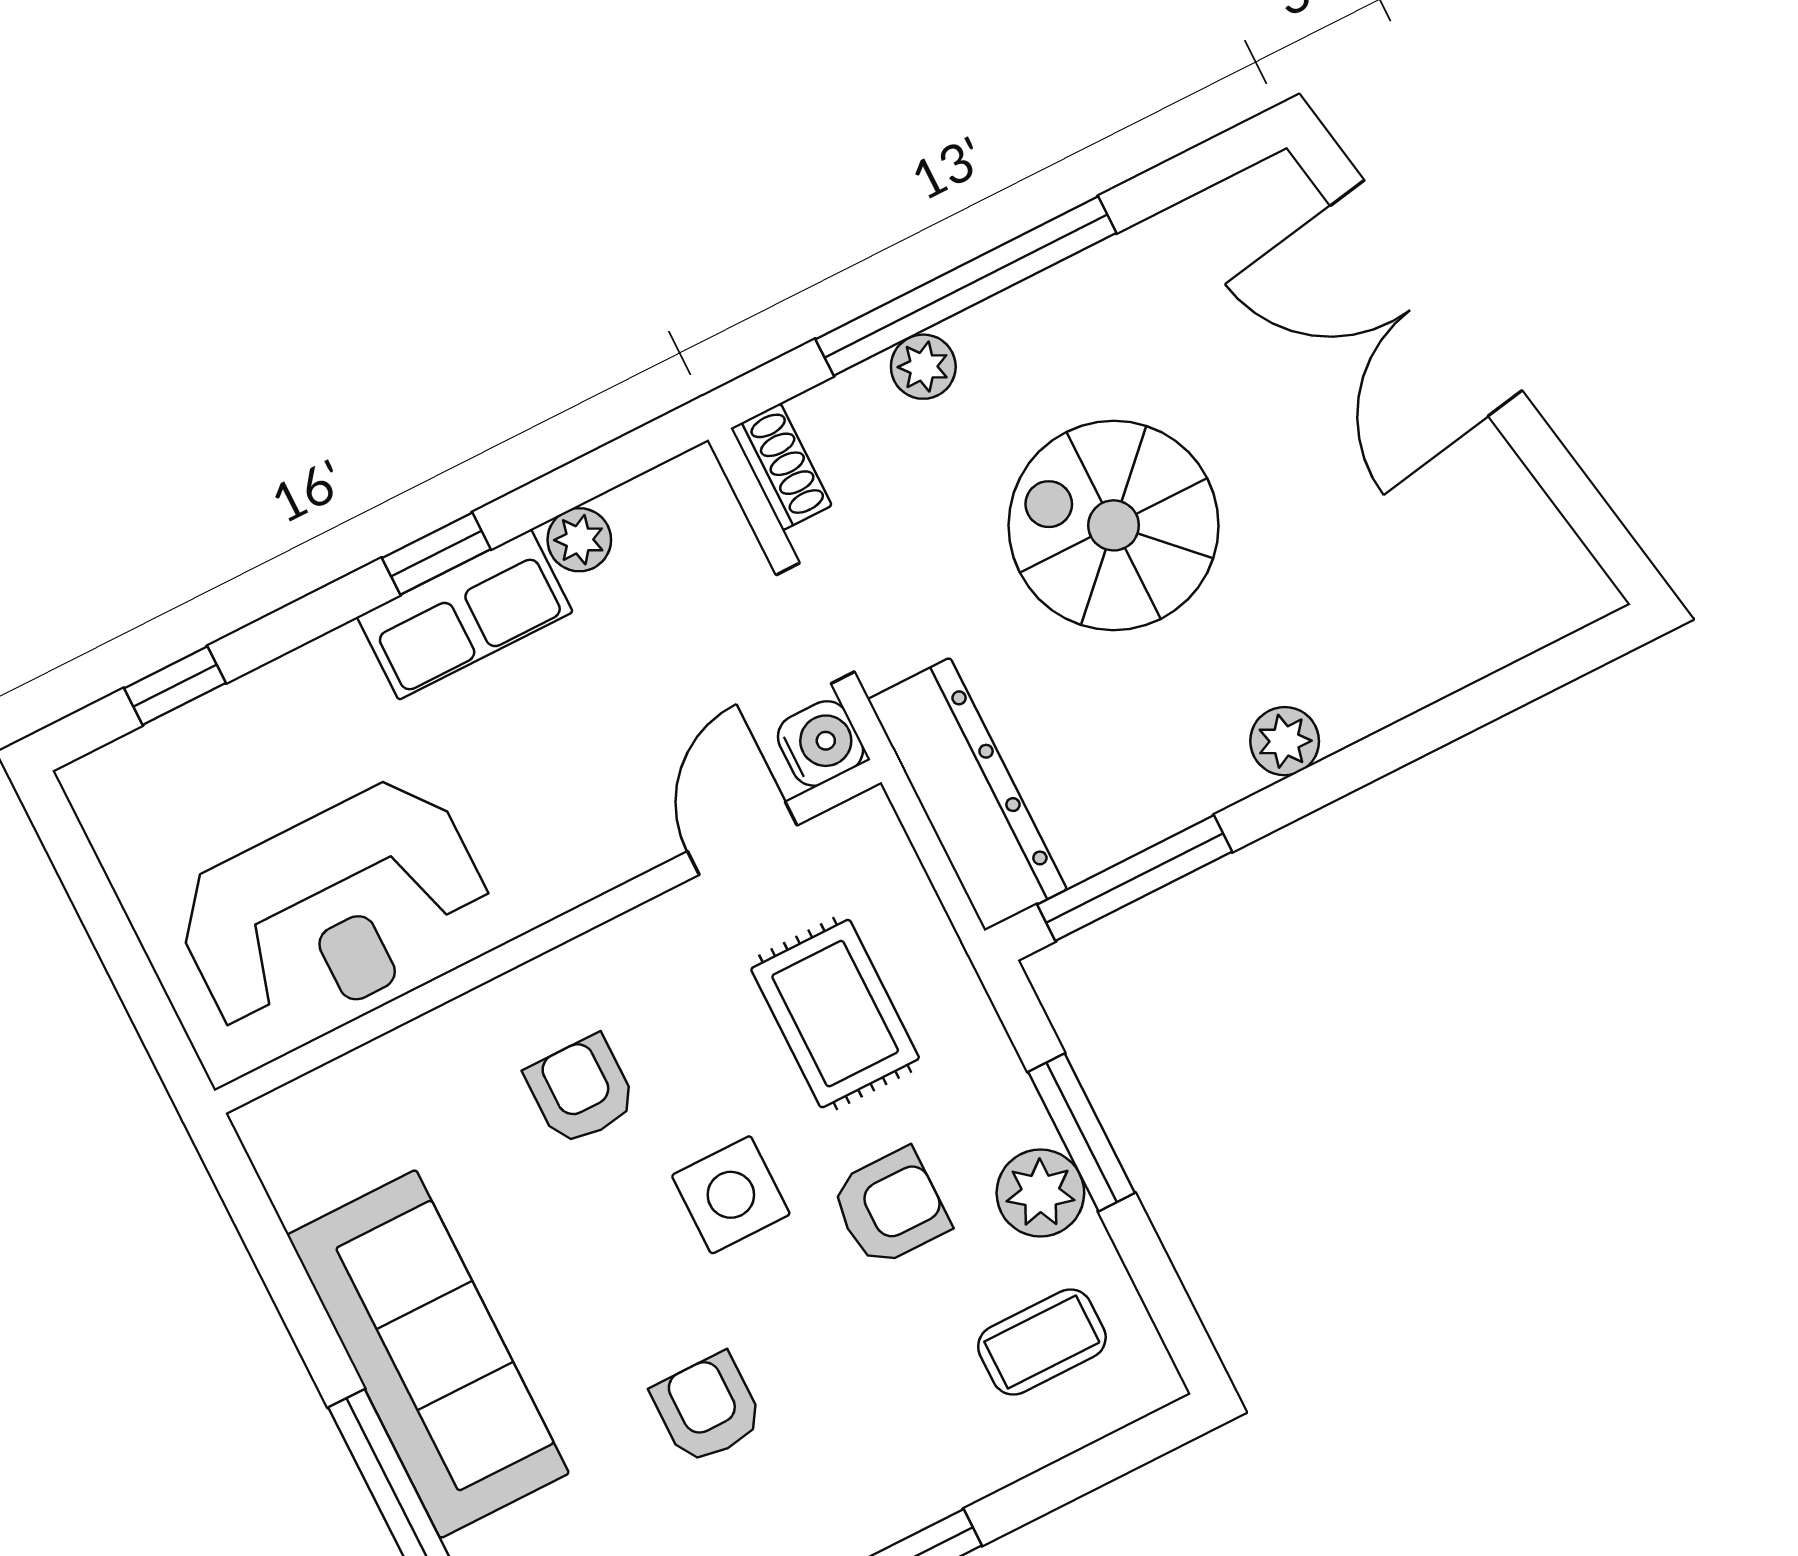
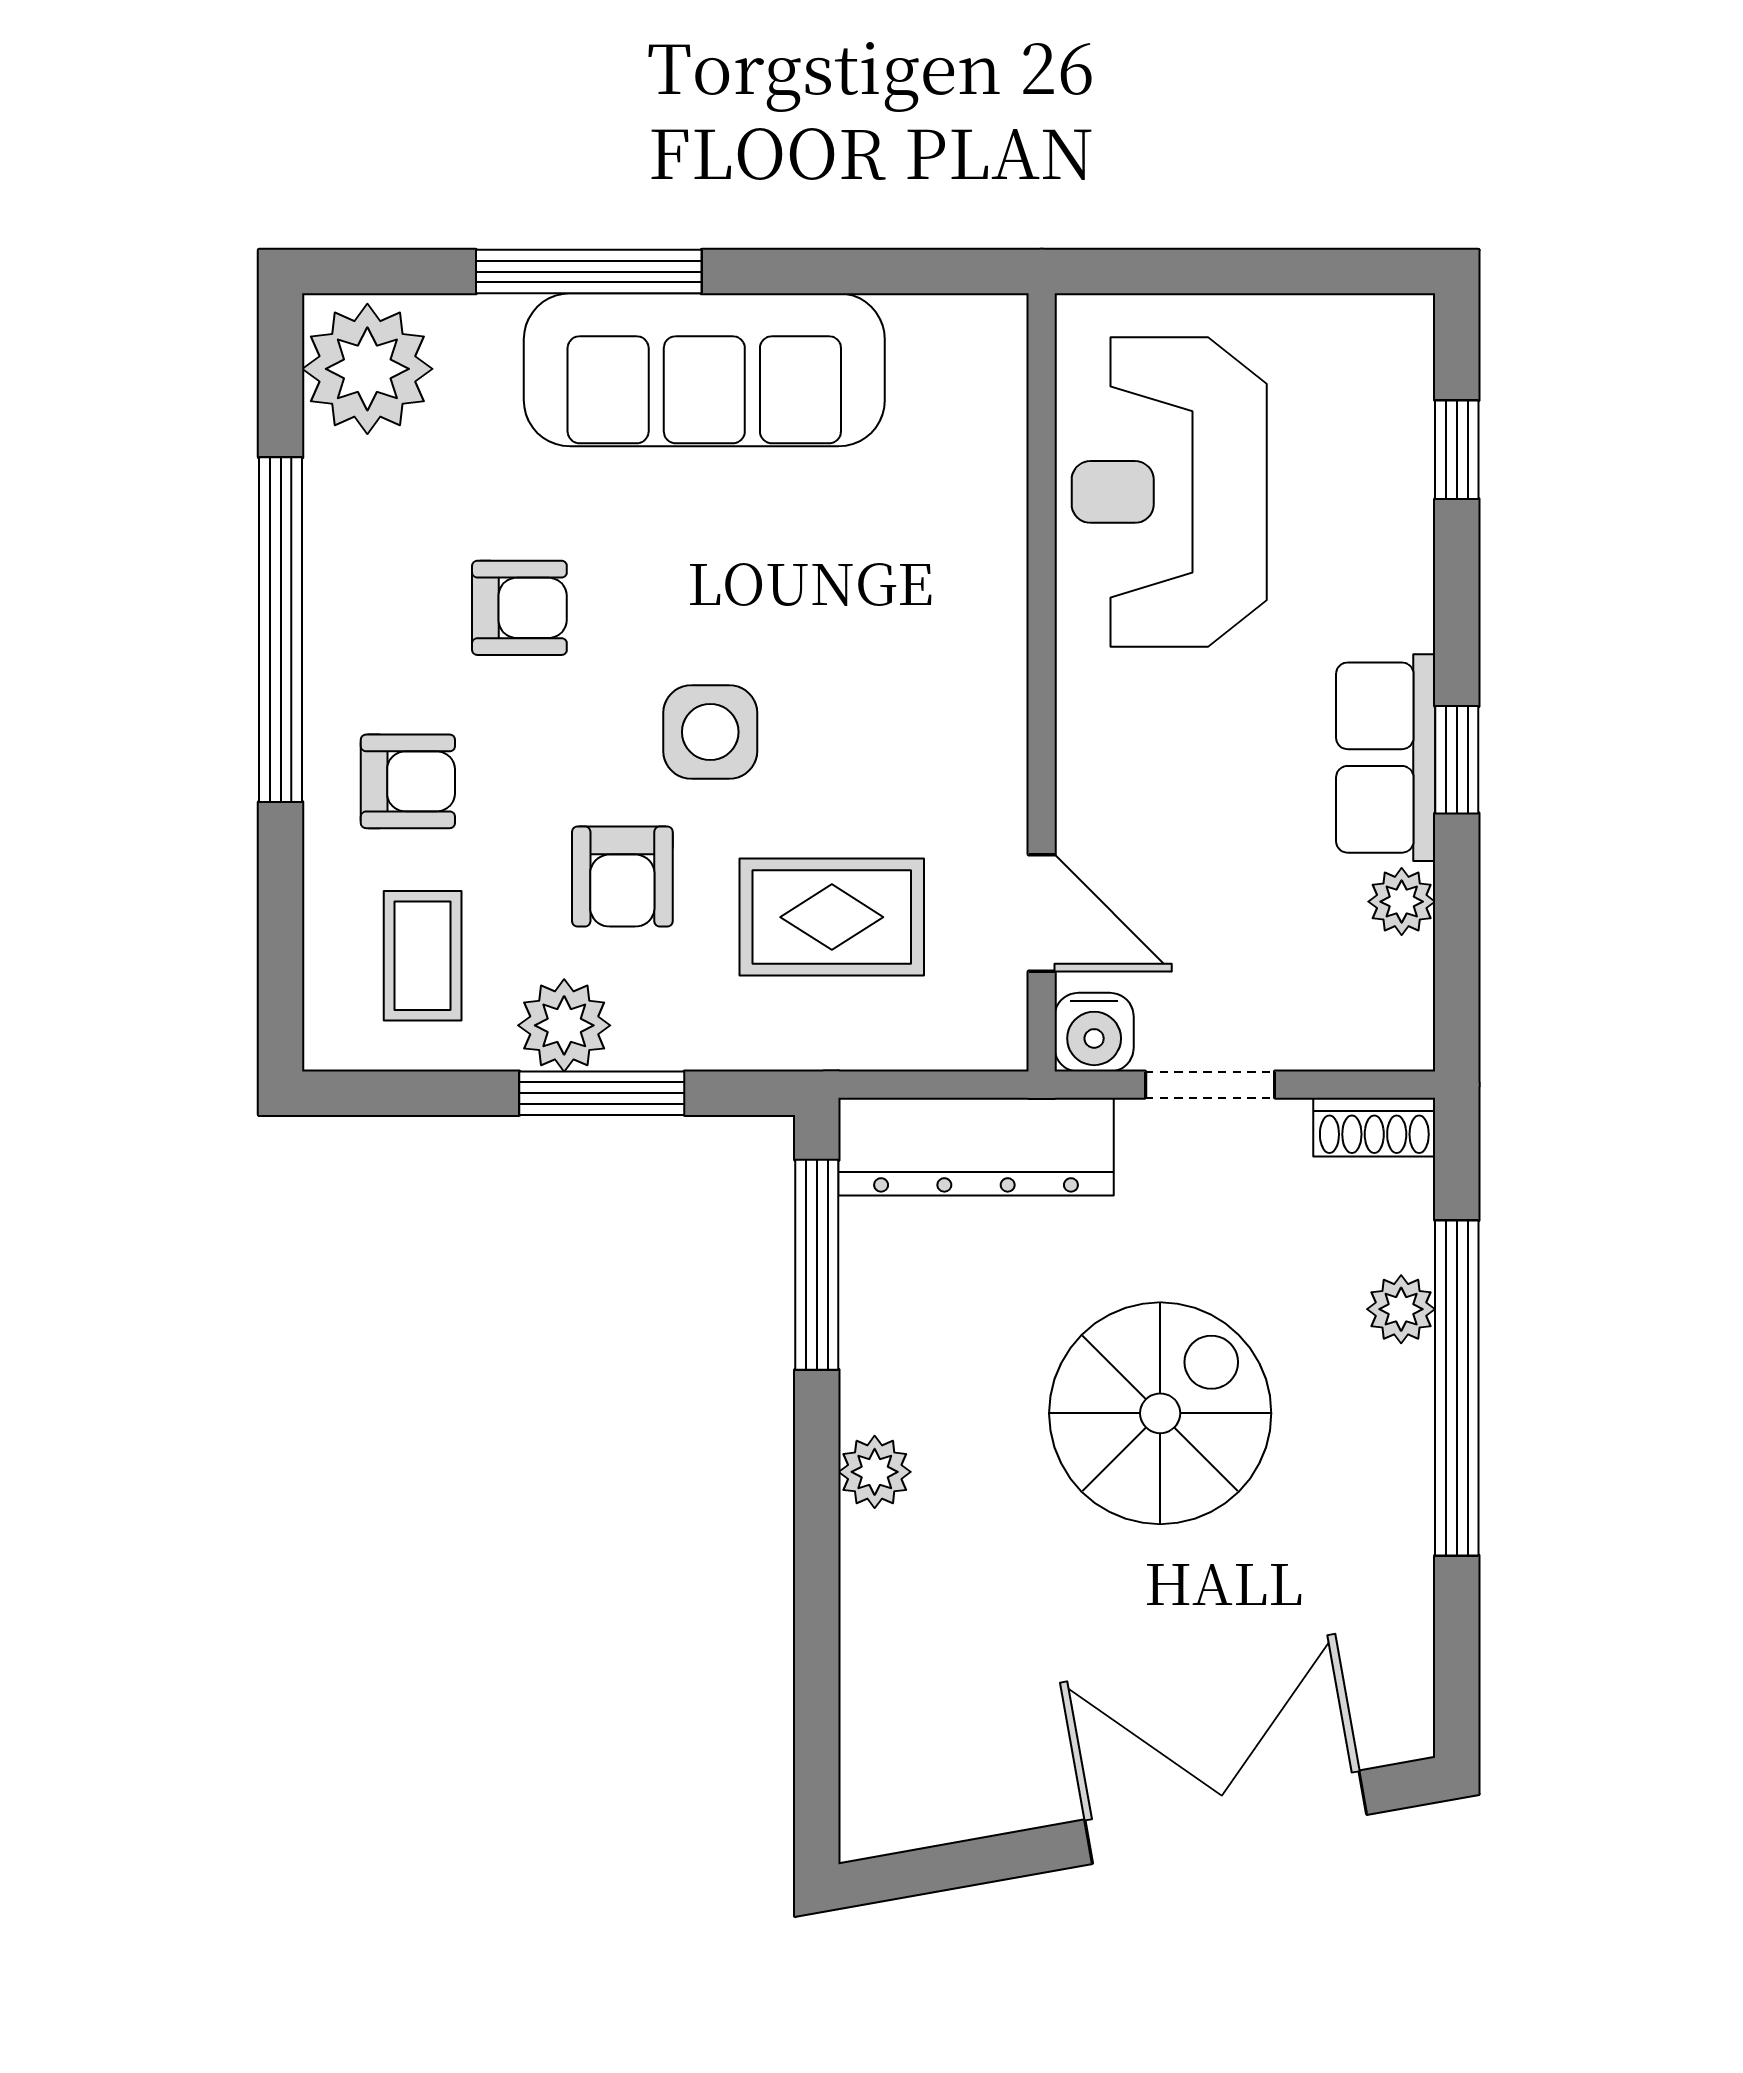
armchair: (581, 1090) -> (408, 781), moved

